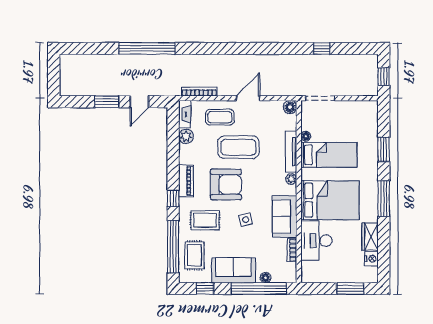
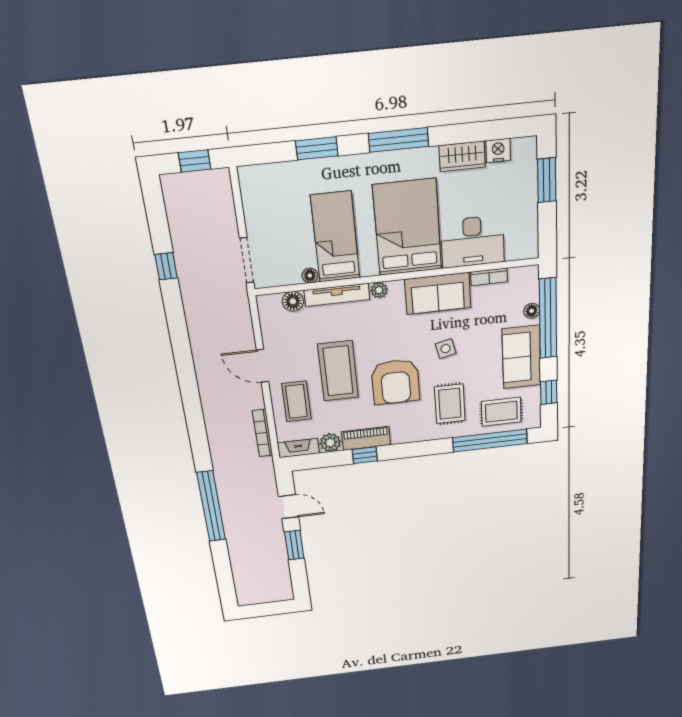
floor lamp: (290, 107) -> (293, 301), moved
piano: (186, 181) -> (366, 438), moved
armchair: (226, 185) -> (395, 382), turned 180
window: (173, 198) -> (365, 455), moved

